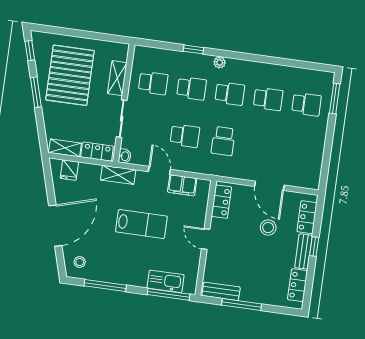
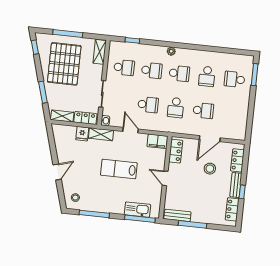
window: (76, 33) -> (68, 34), added
window: (193, 49) -> (132, 40), moved
shelving: (117, 78) -> (100, 52), moved
window: (36, 92) -> (43, 92), moved
school desk: (268, 99) -> (207, 76), turned 90
school desk: (306, 104) -> (235, 79), turned 180
school desk: (262, 146) -> (203, 111), added
fridge: (69, 170) -> (82, 134), moved
filing cabinet: (182, 185) -> (157, 141), moved
door: (269, 186) -> (210, 139), hinge flipped
lab bench: (141, 224) -> (119, 169), turned 180
door: (55, 226) -> (57, 172), width x0.53
window: (314, 247) -> (242, 192), moved

